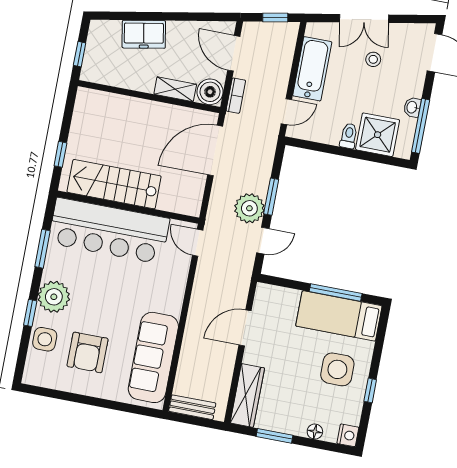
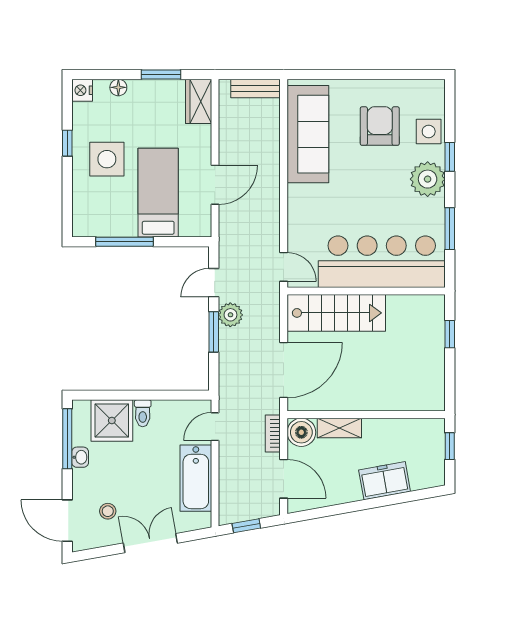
stool: (373, 59) -> (108, 511), moved
stairs: (114, 184) -> (336, 313), moved
plant: (249, 208) -> (230, 315), width x0.73, depth x0.73
bed: (339, 316) -> (158, 193), moved, turned -90
wardrobe: (247, 396) -> (199, 101), width x0.67

